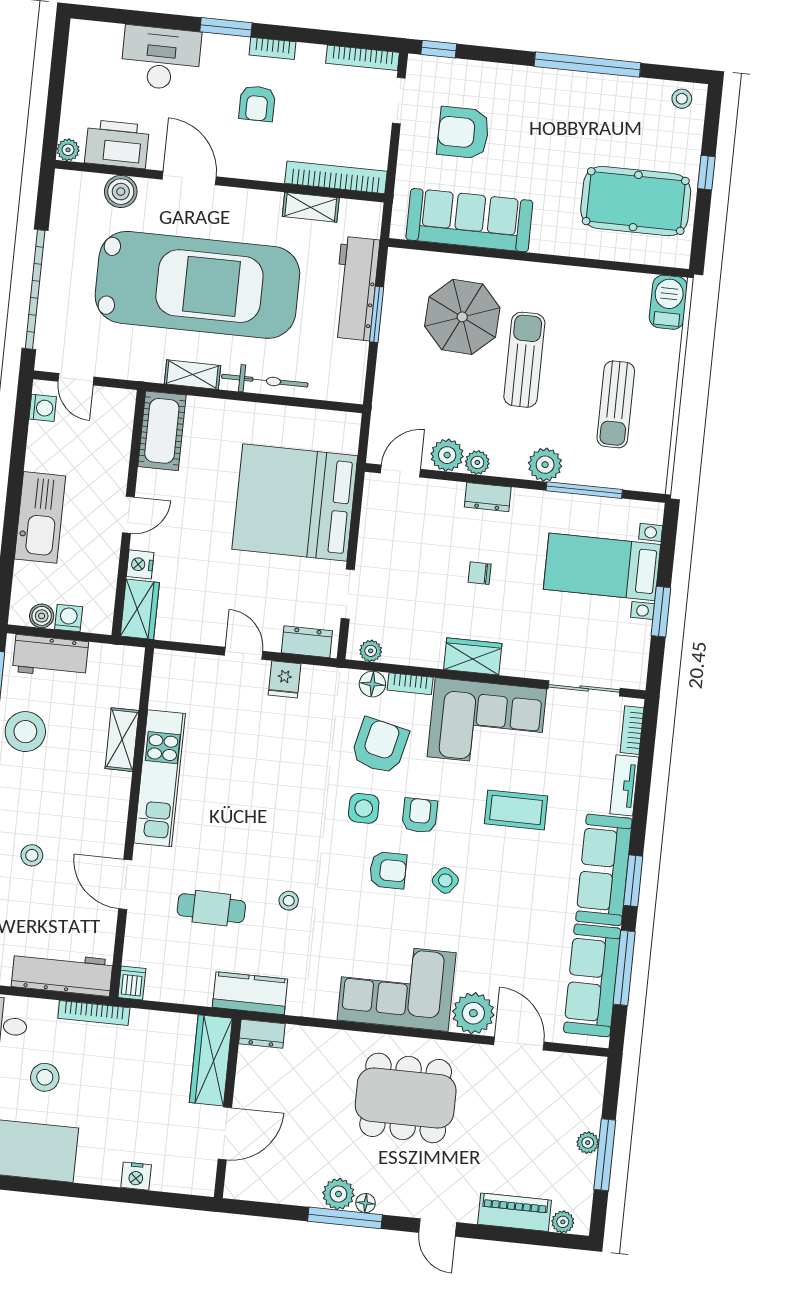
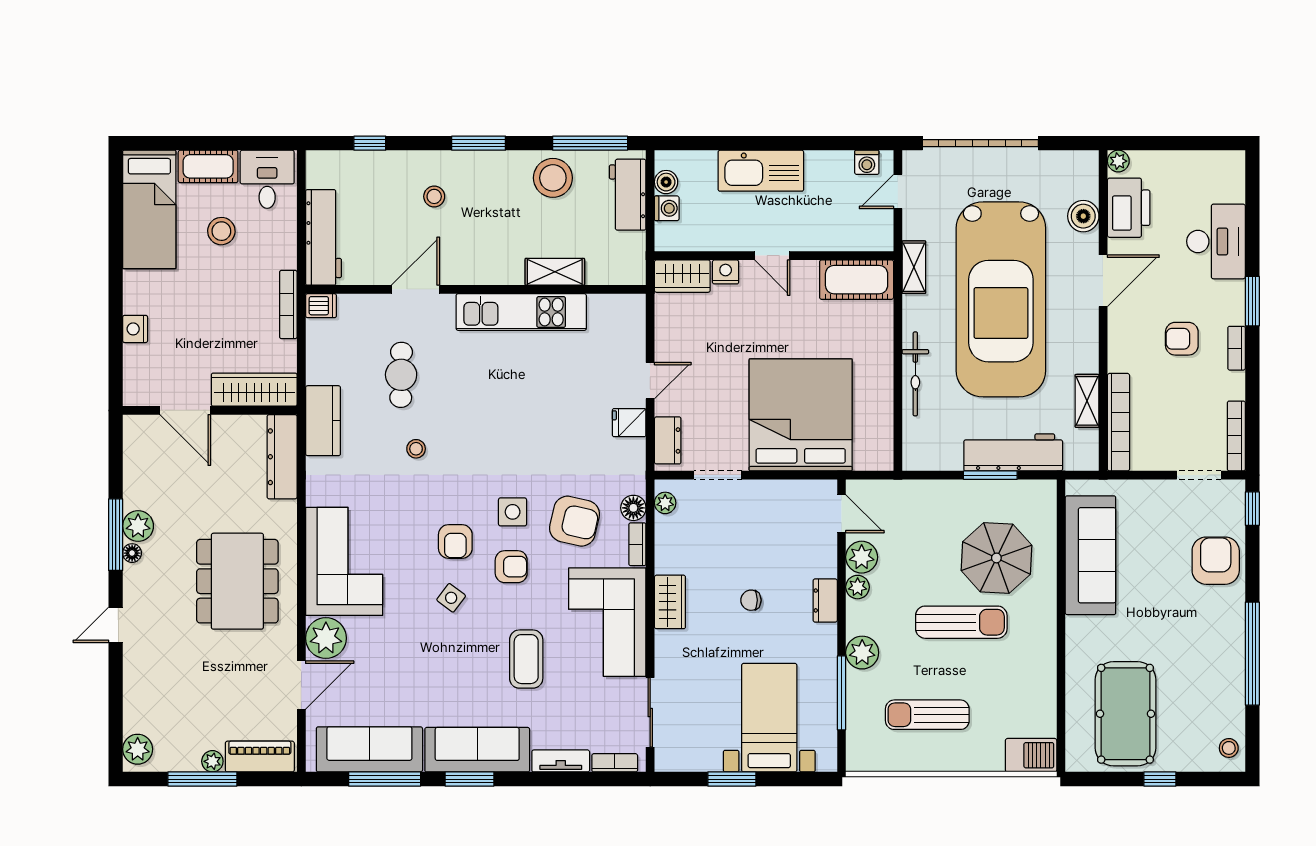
armchair: (463, 133) -> (1216, 561), moved
shelving: (192, 375) -> (914, 267), moved
chair: (480, 573) -> (751, 600), turned -90
bookcase: (94, 1013) -> (288, 305), moved
dresser: (262, 1034) -> (282, 457), width x1.96, depth x1.24
piano: (514, 1212) -> (260, 757), moved, turned -90
plant: (563, 1222) -> (138, 749), width x1.38, depth x1.38

